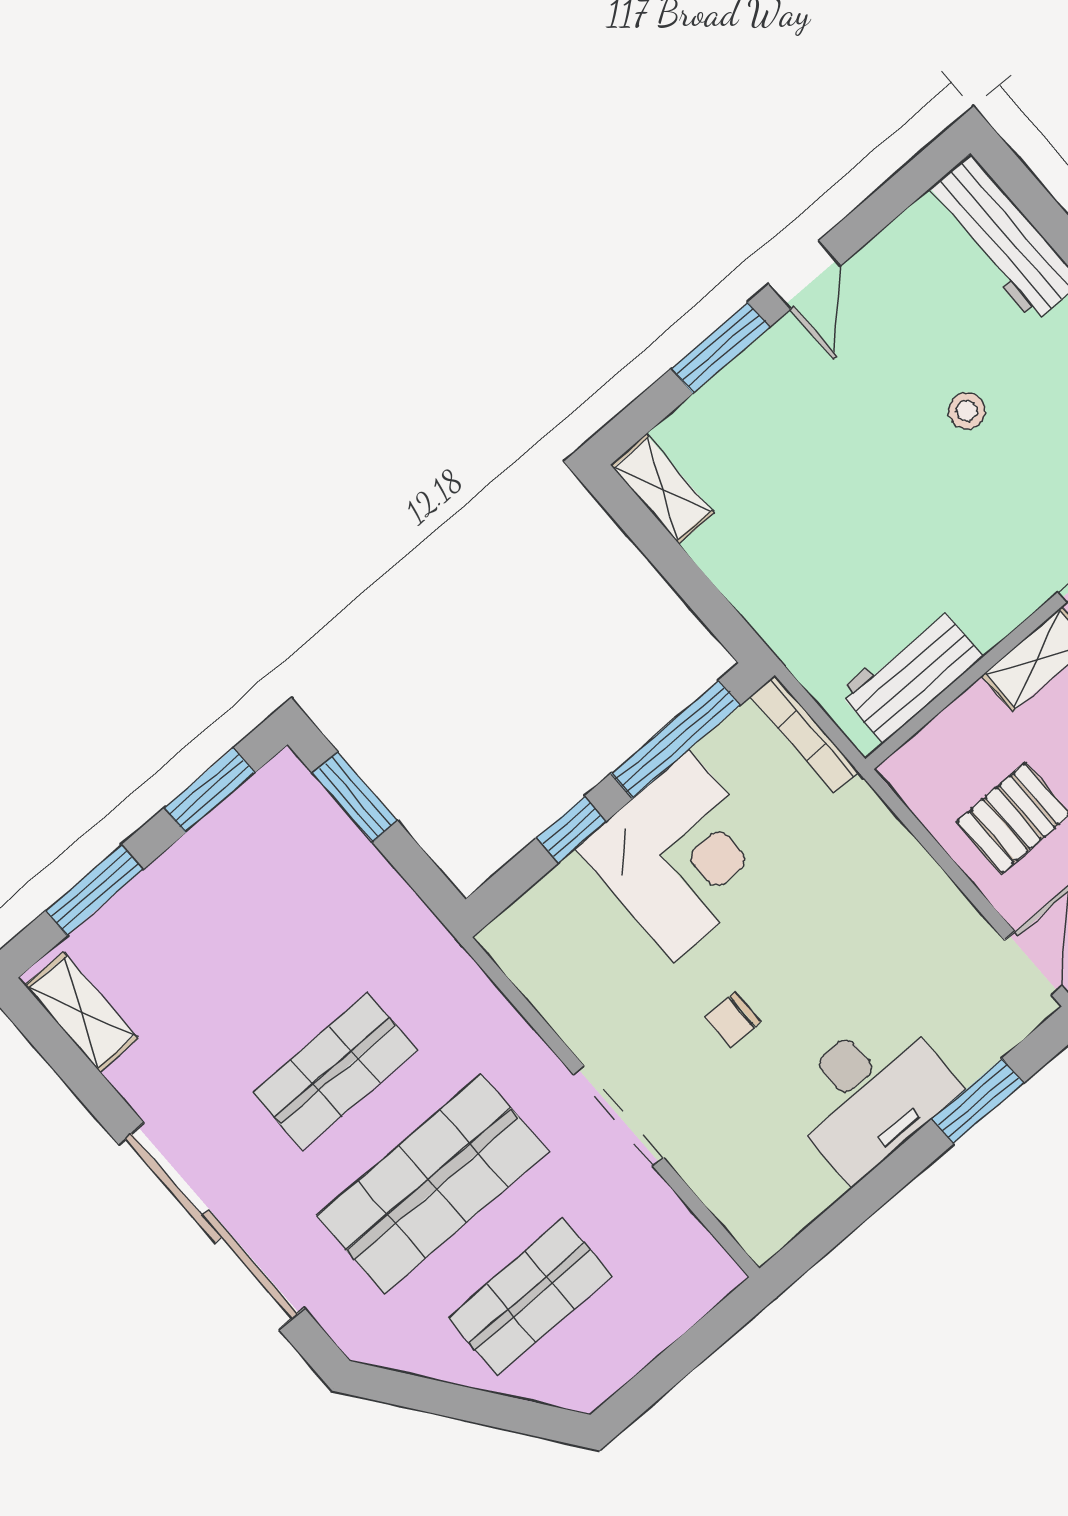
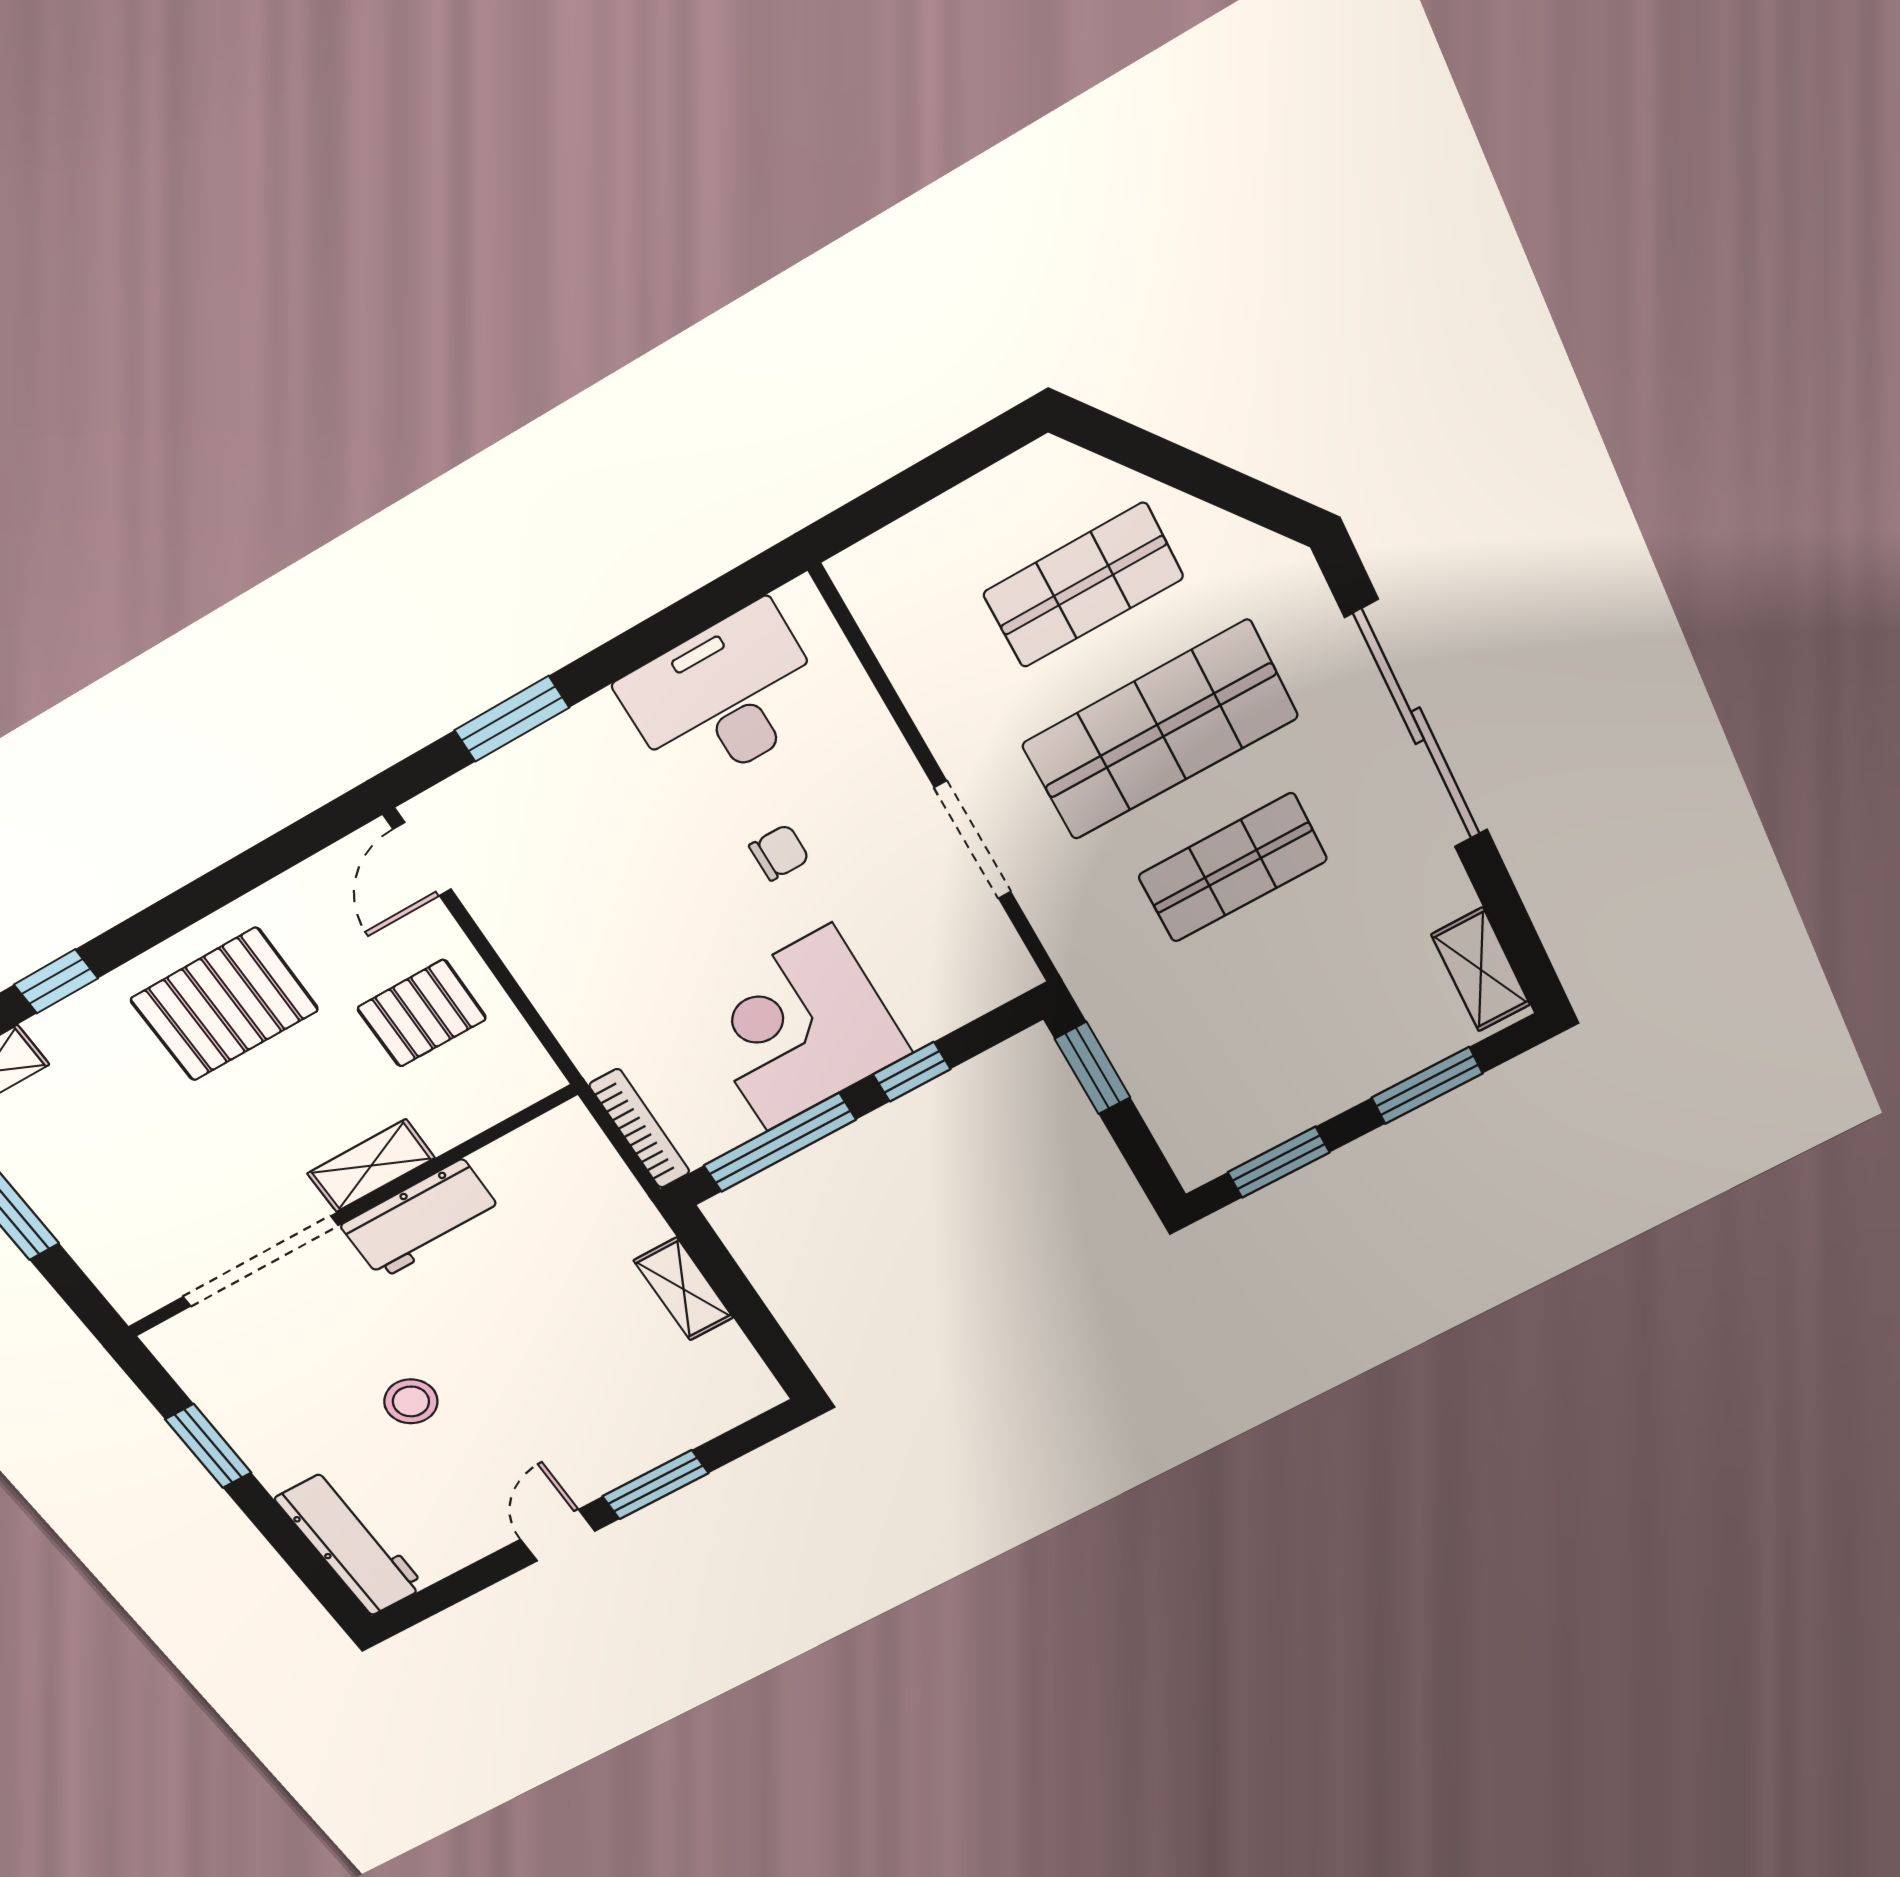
stool: (967, 411) -> (411, 1401), width x1.37, depth x1.37
shelving: (662, 489) -> (684, 1289), moved
workbench: (911, 674) -> (422, 1219), moved
window: (355, 797) -> (1093, 1068), moved
desk: (870, 1094) -> (724, 698), moved
doorway: (619, 1116) -> (973, 840), moved

